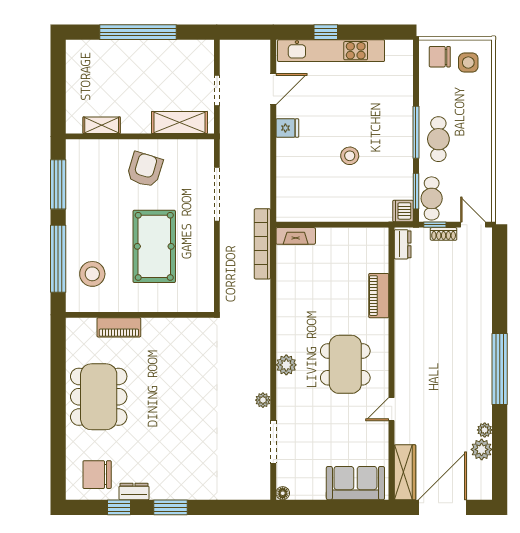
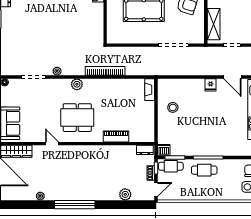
stool: (350, 156) -> (173, 107), moved
bookcase: (262, 244) -> (105, 71), moved
plant: (482, 449) -> (125, 194), moved

